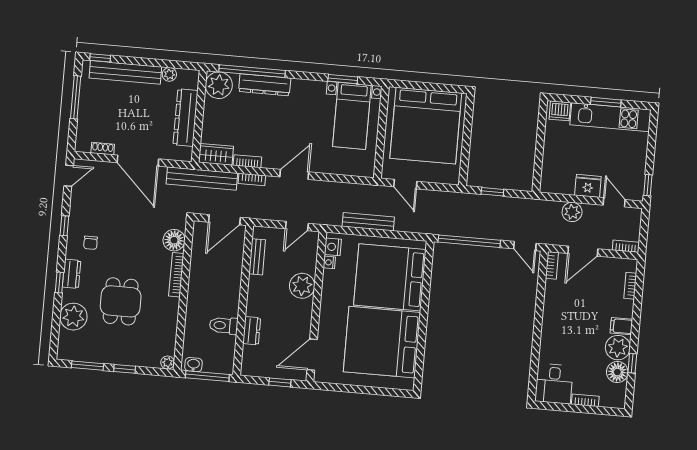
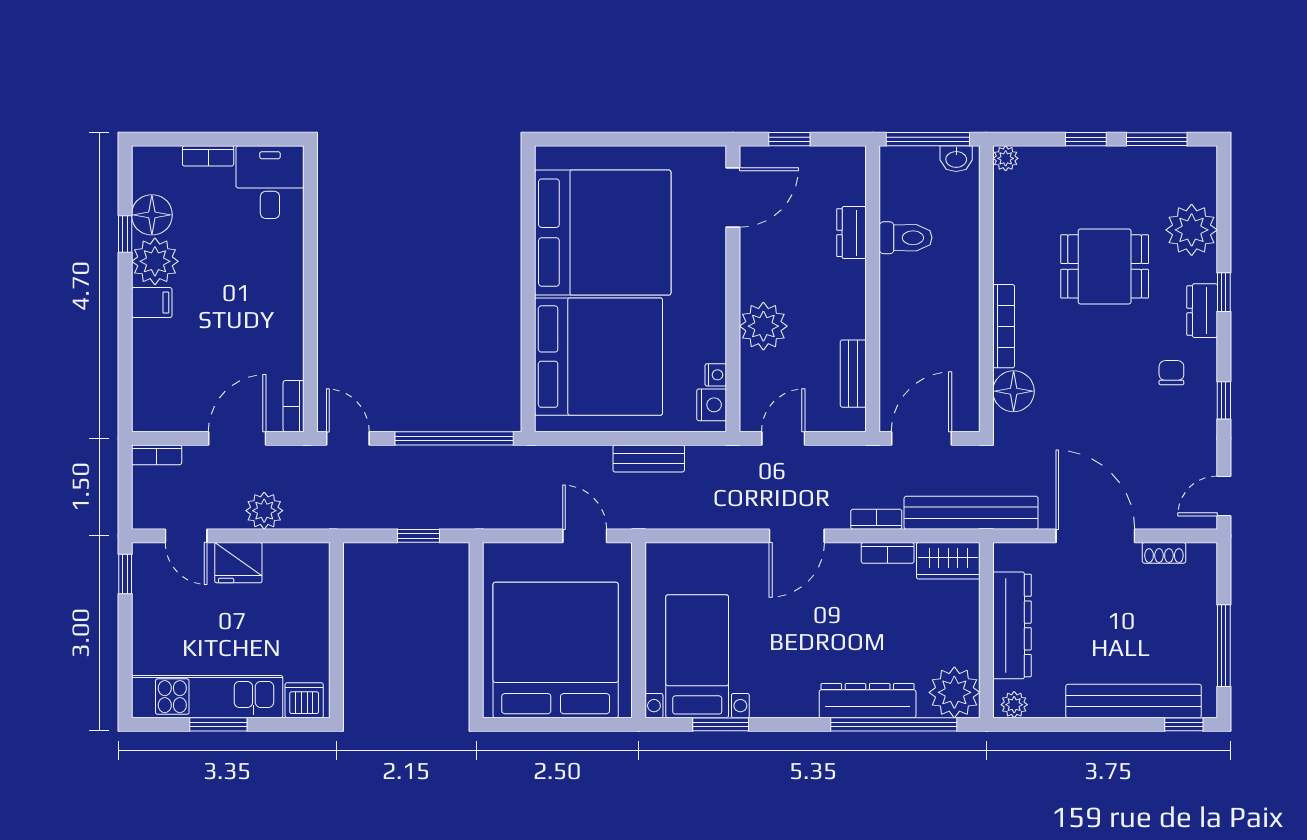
plant: (169, 74) -> (1014, 705), moved
bench: (368, 222) -> (649, 458), width x0.73
bookcase: (630, 286) -> (142, 381), removed
dining table: (121, 301) -> (1105, 266), turned 90

